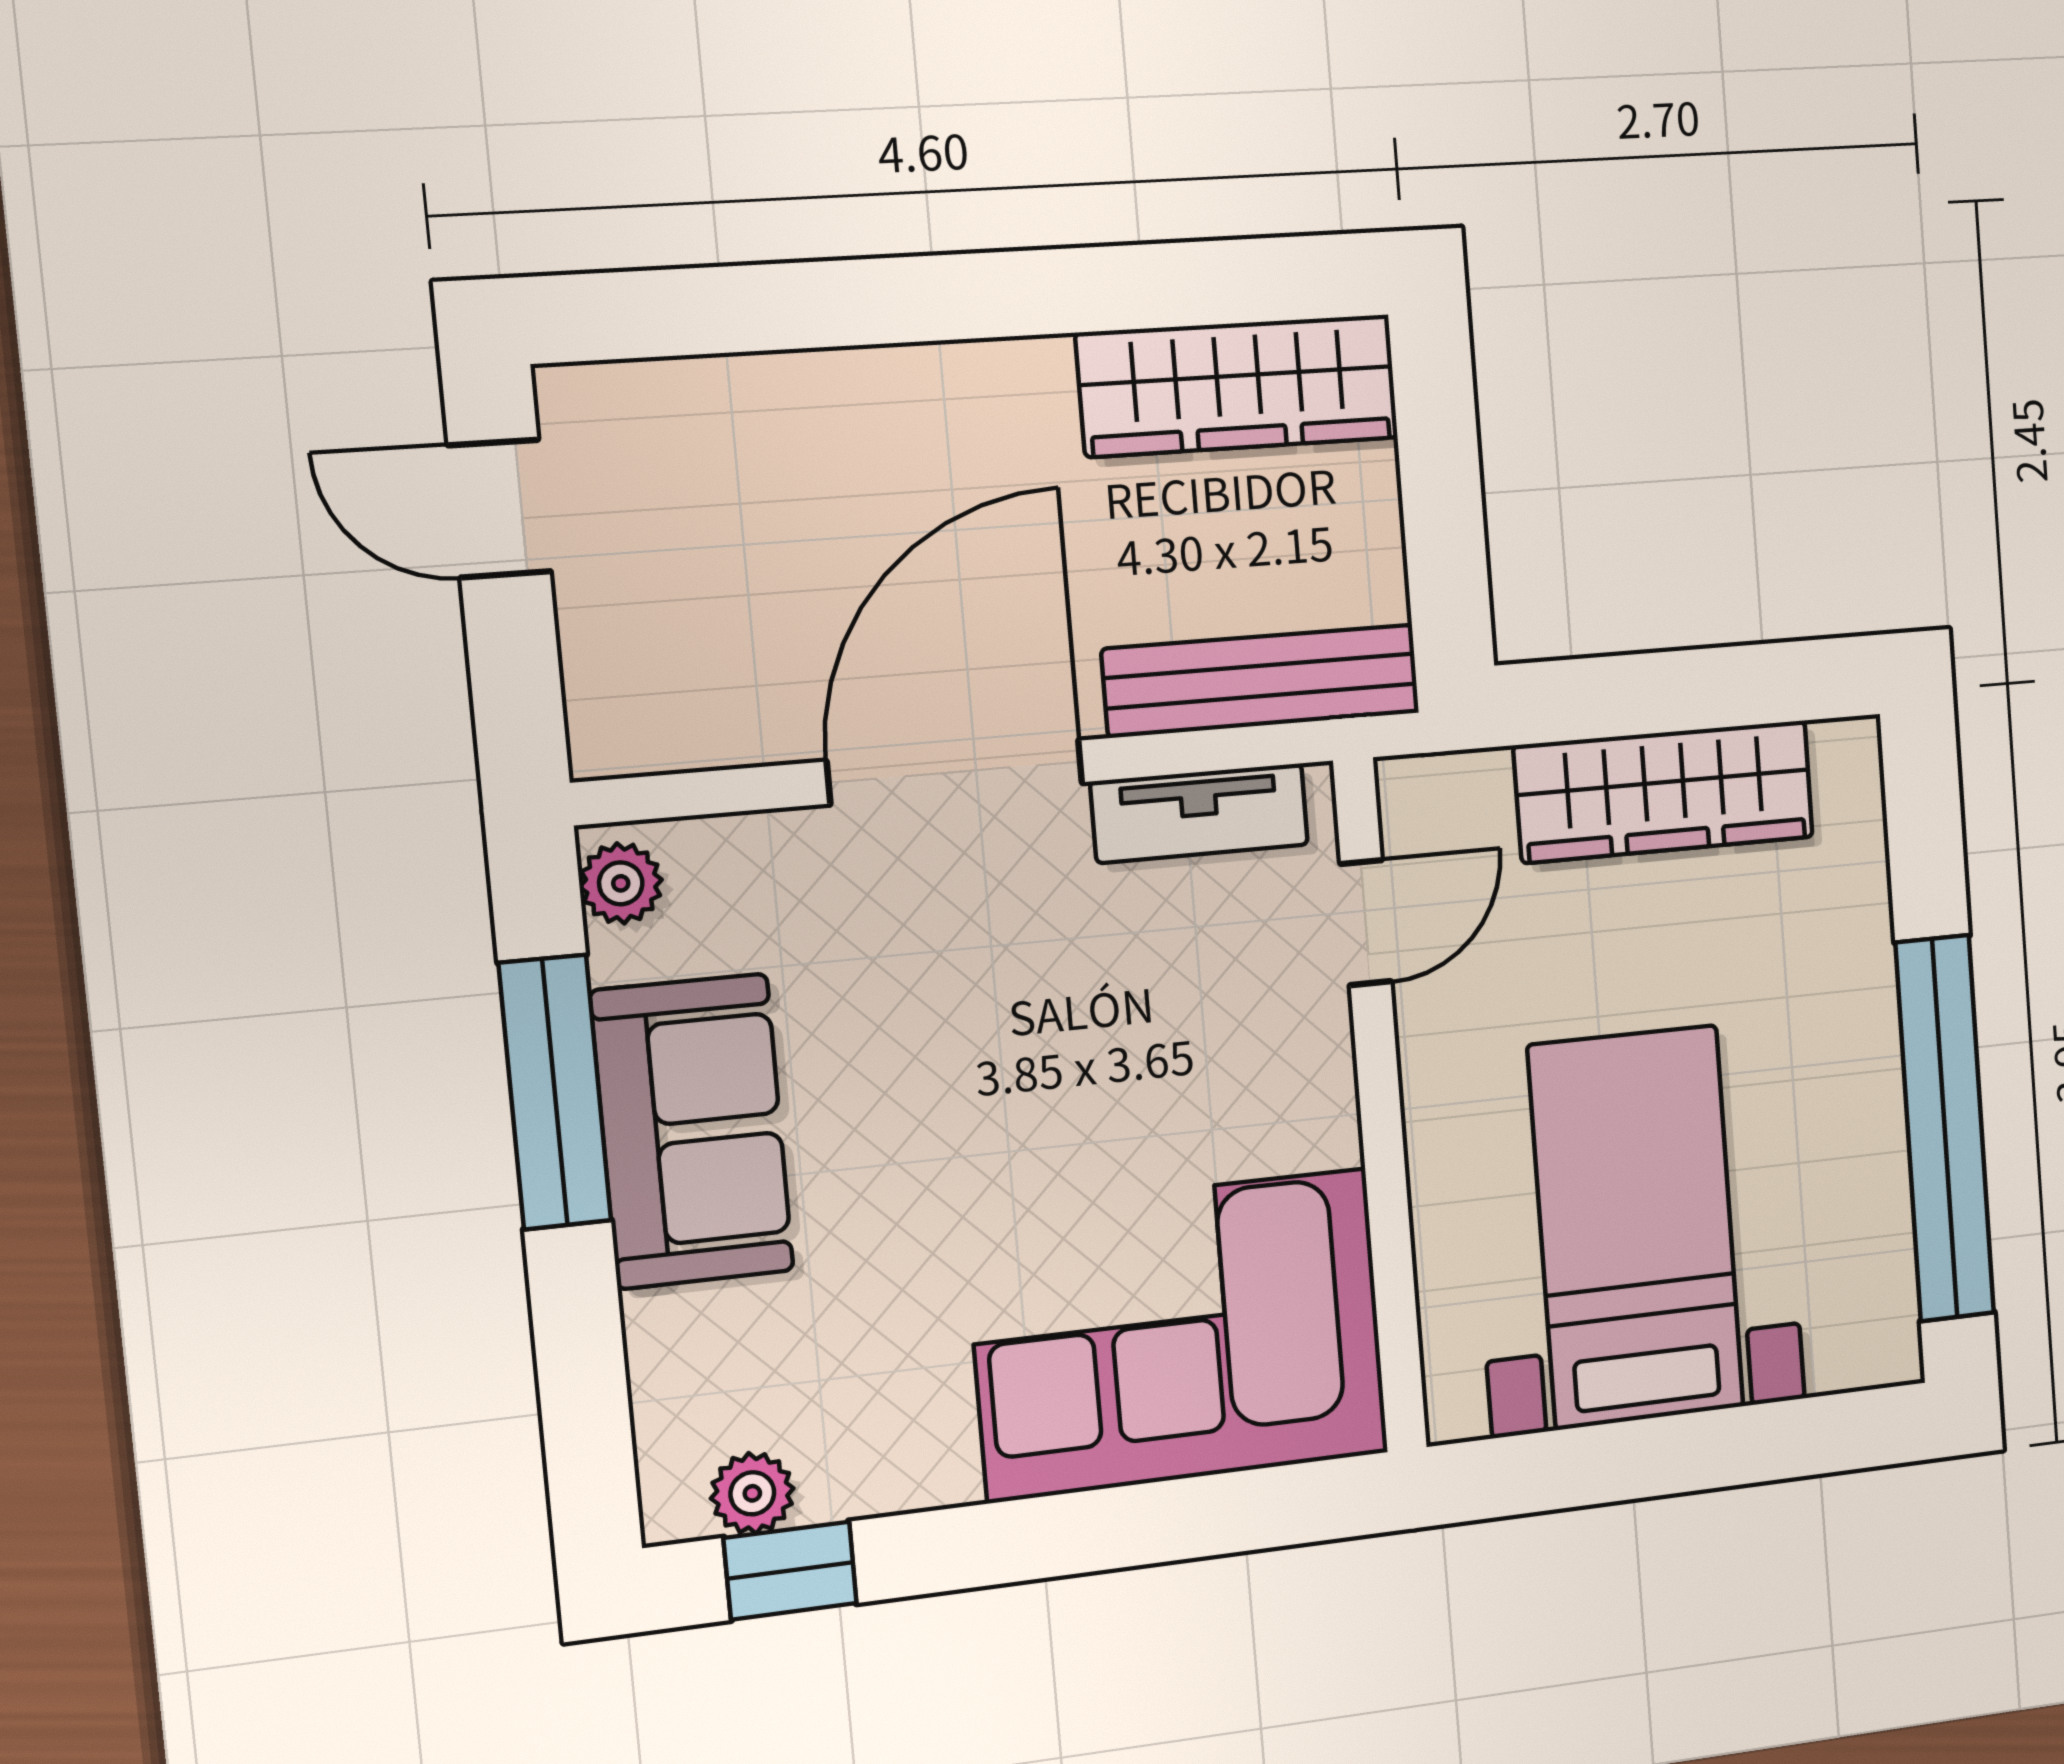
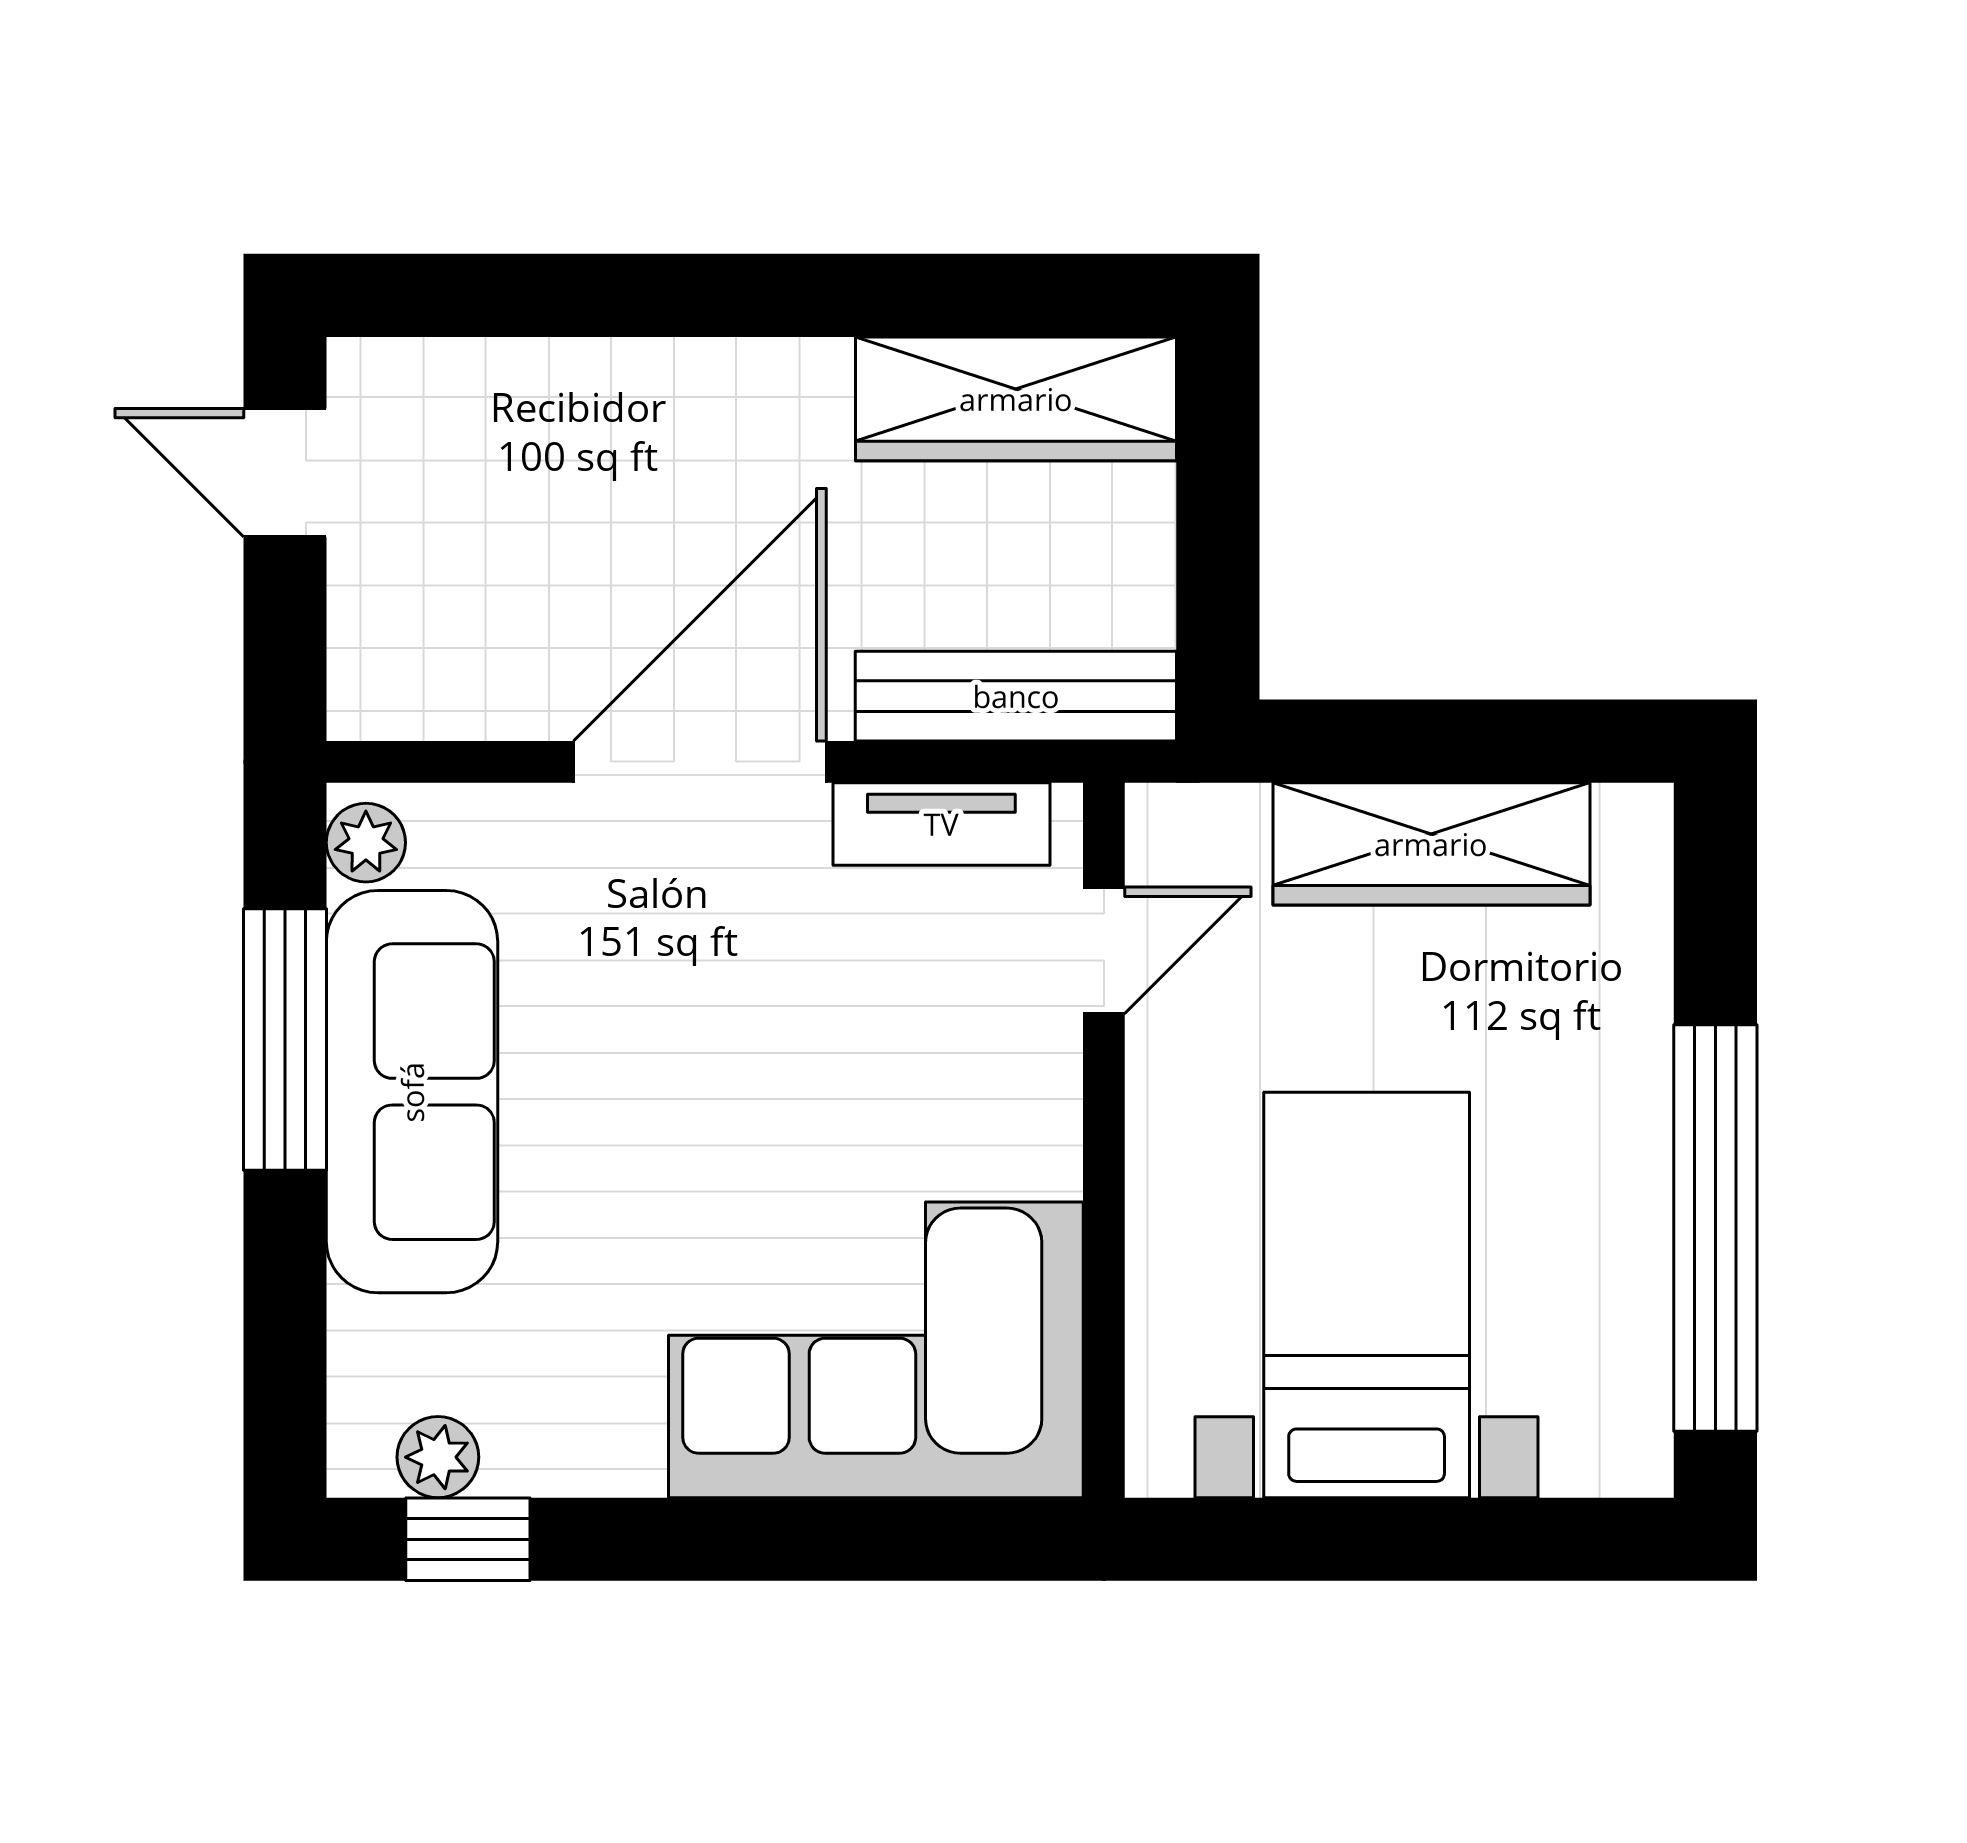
sofa: (692, 1131) -> (412, 1092), width x1.36

